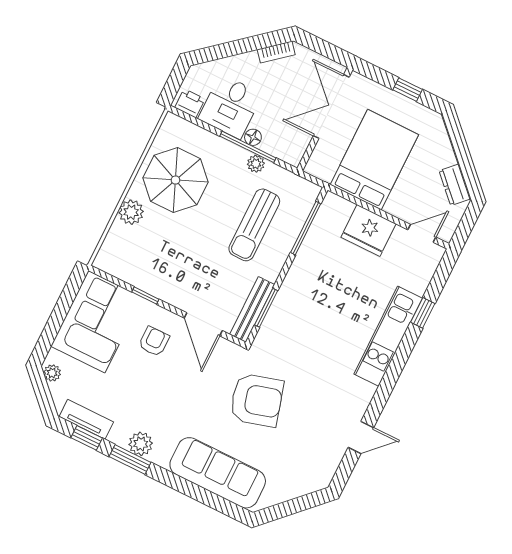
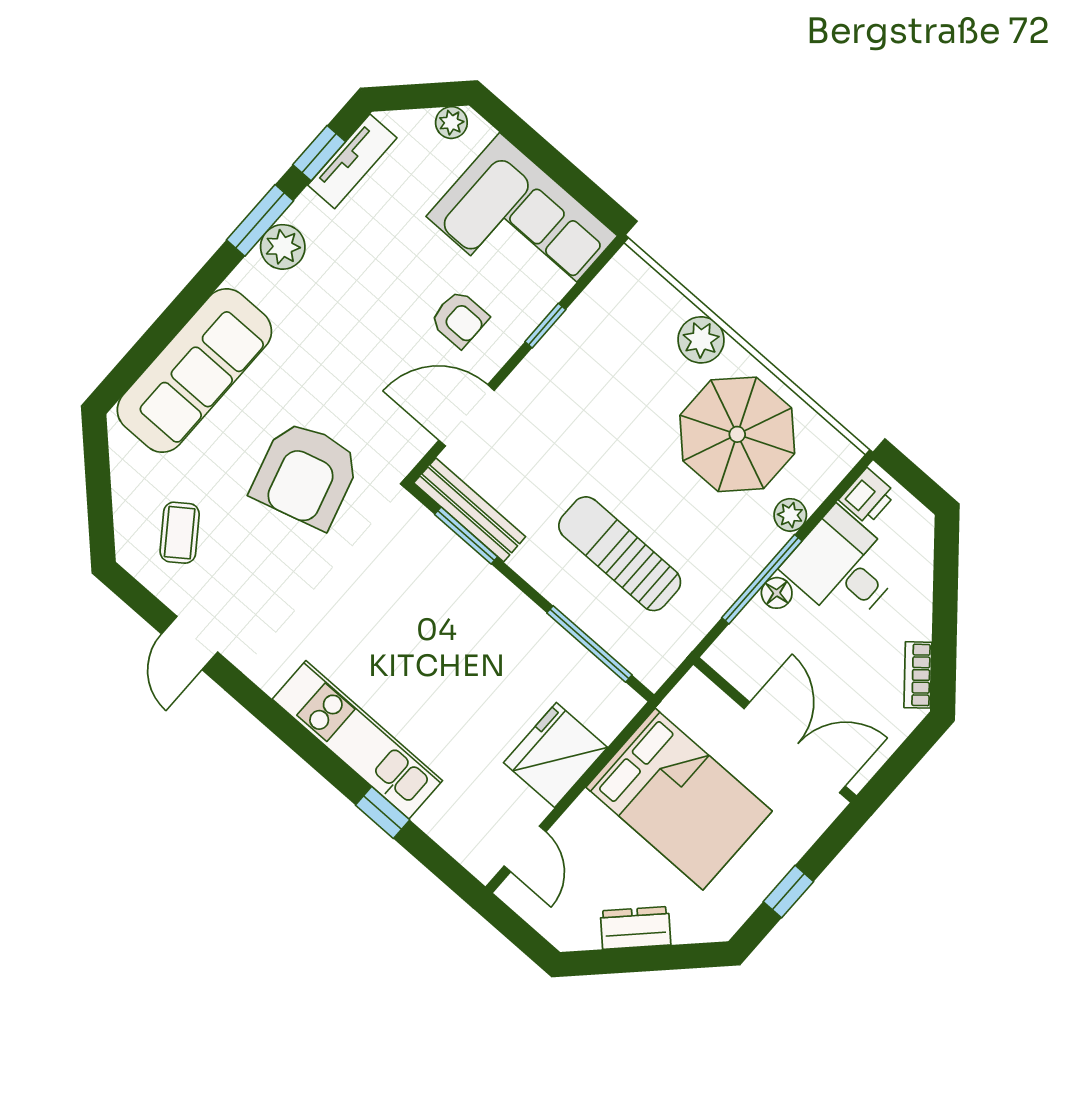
plant: (256, 164) -> (790, 515), moved
dresser: (455, 185) -> (635, 928), moved
coffee table: (305, 458) -> (180, 533), added

